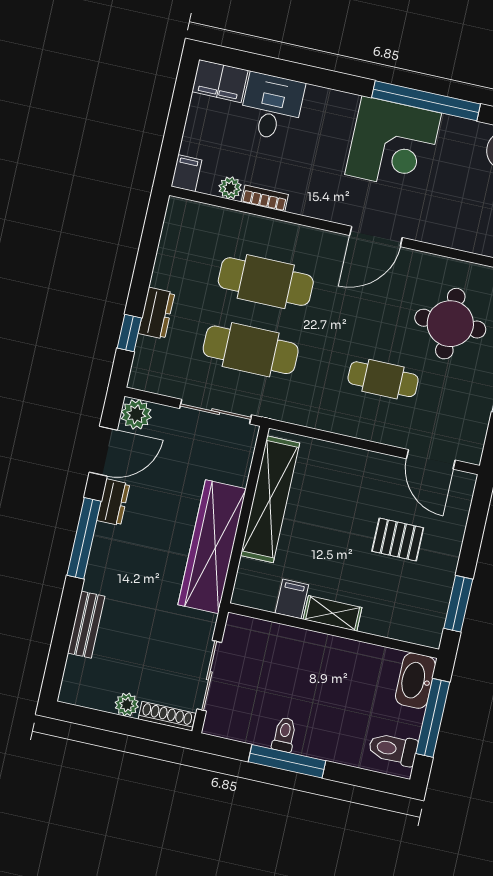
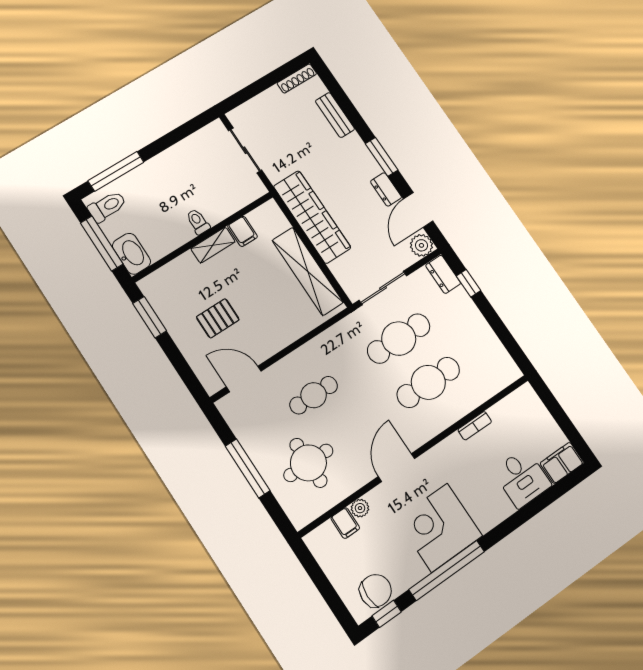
filing cabinet: (186, 173) -> (345, 523), moved
plant: (230, 188) -> (360, 508), moved
dresser: (157, 313) -> (443, 274), moved
window: (84, 538) -> (382, 157), width x0.69
plant: (127, 705) -> (272, 95), removed
shoe rack: (167, 716) -> (297, 78), moved
toilet: (284, 735) -> (198, 222), moved, turned 180
window: (287, 761) -> (116, 171), moved

